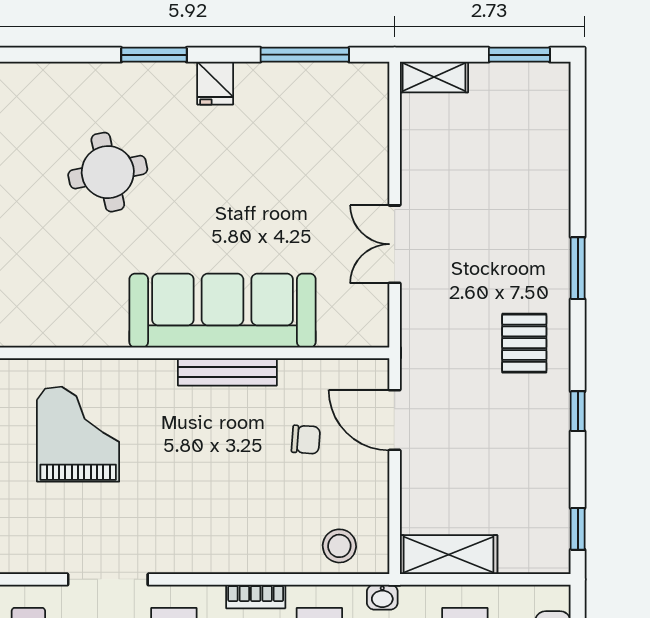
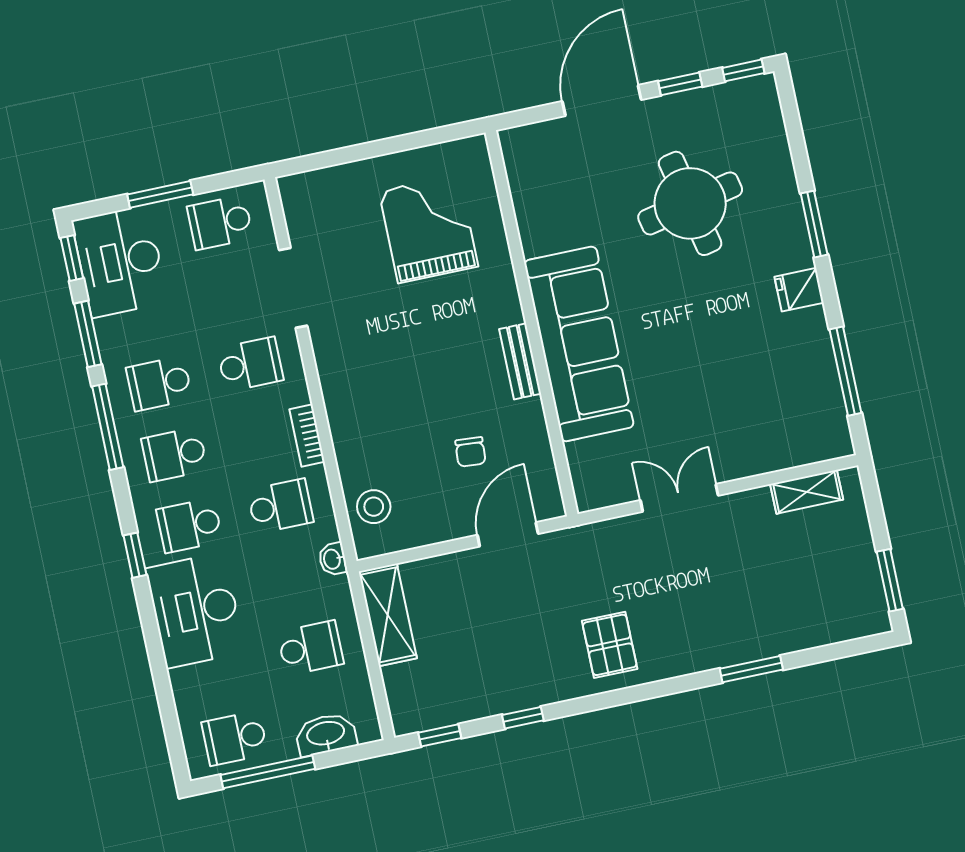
shelving: (434, 77) -> (807, 492), moved, turned 90
round table: (108, 172) -> (690, 203), width x1.36, depth x1.36
window: (578, 268) -> (751, 669), moved
pallet: (524, 343) -> (610, 645), turned 90
bench: (227, 372) -> (520, 361), width x0.73
window: (578, 411) -> (523, 718), moved
grand piano: (78, 434) -> (428, 229), turned -90

